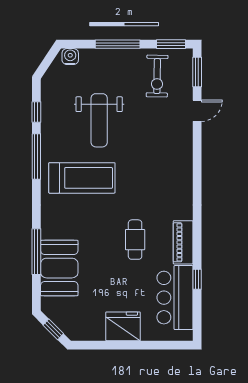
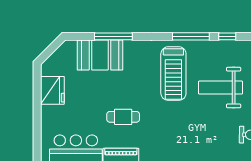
fridge: (123, 326) -> (52, 90), moved
window: (53, 329) -> (50, 50), removed

